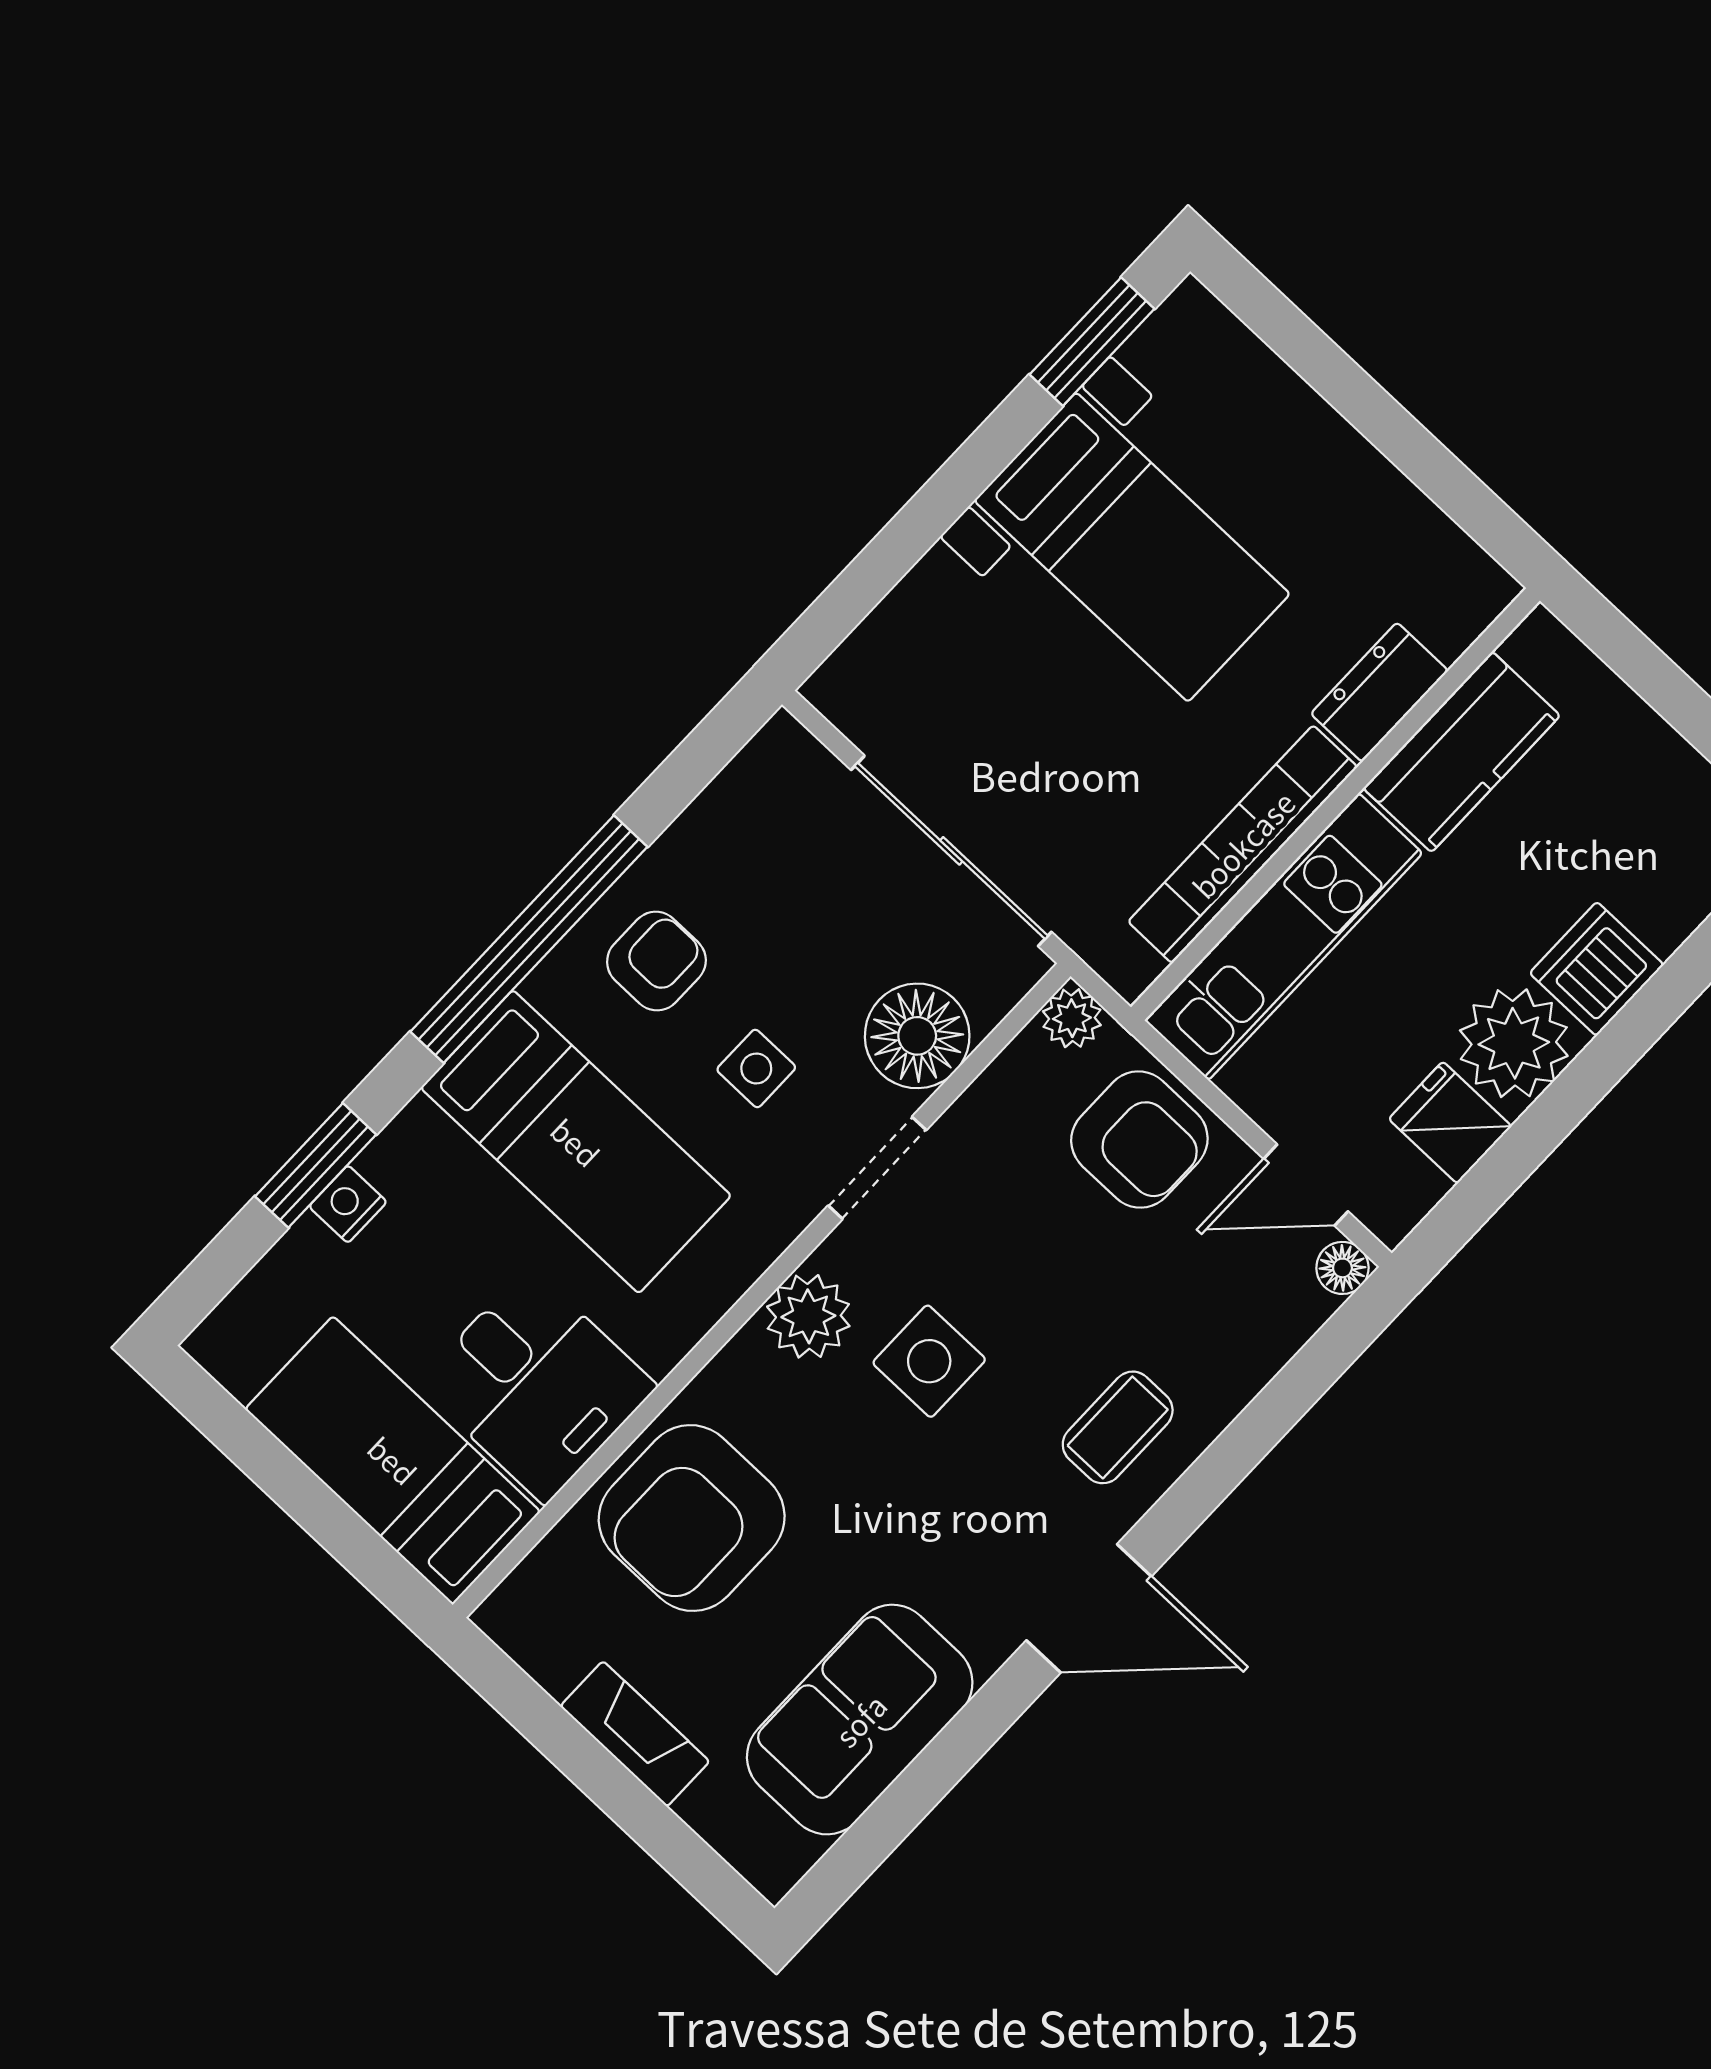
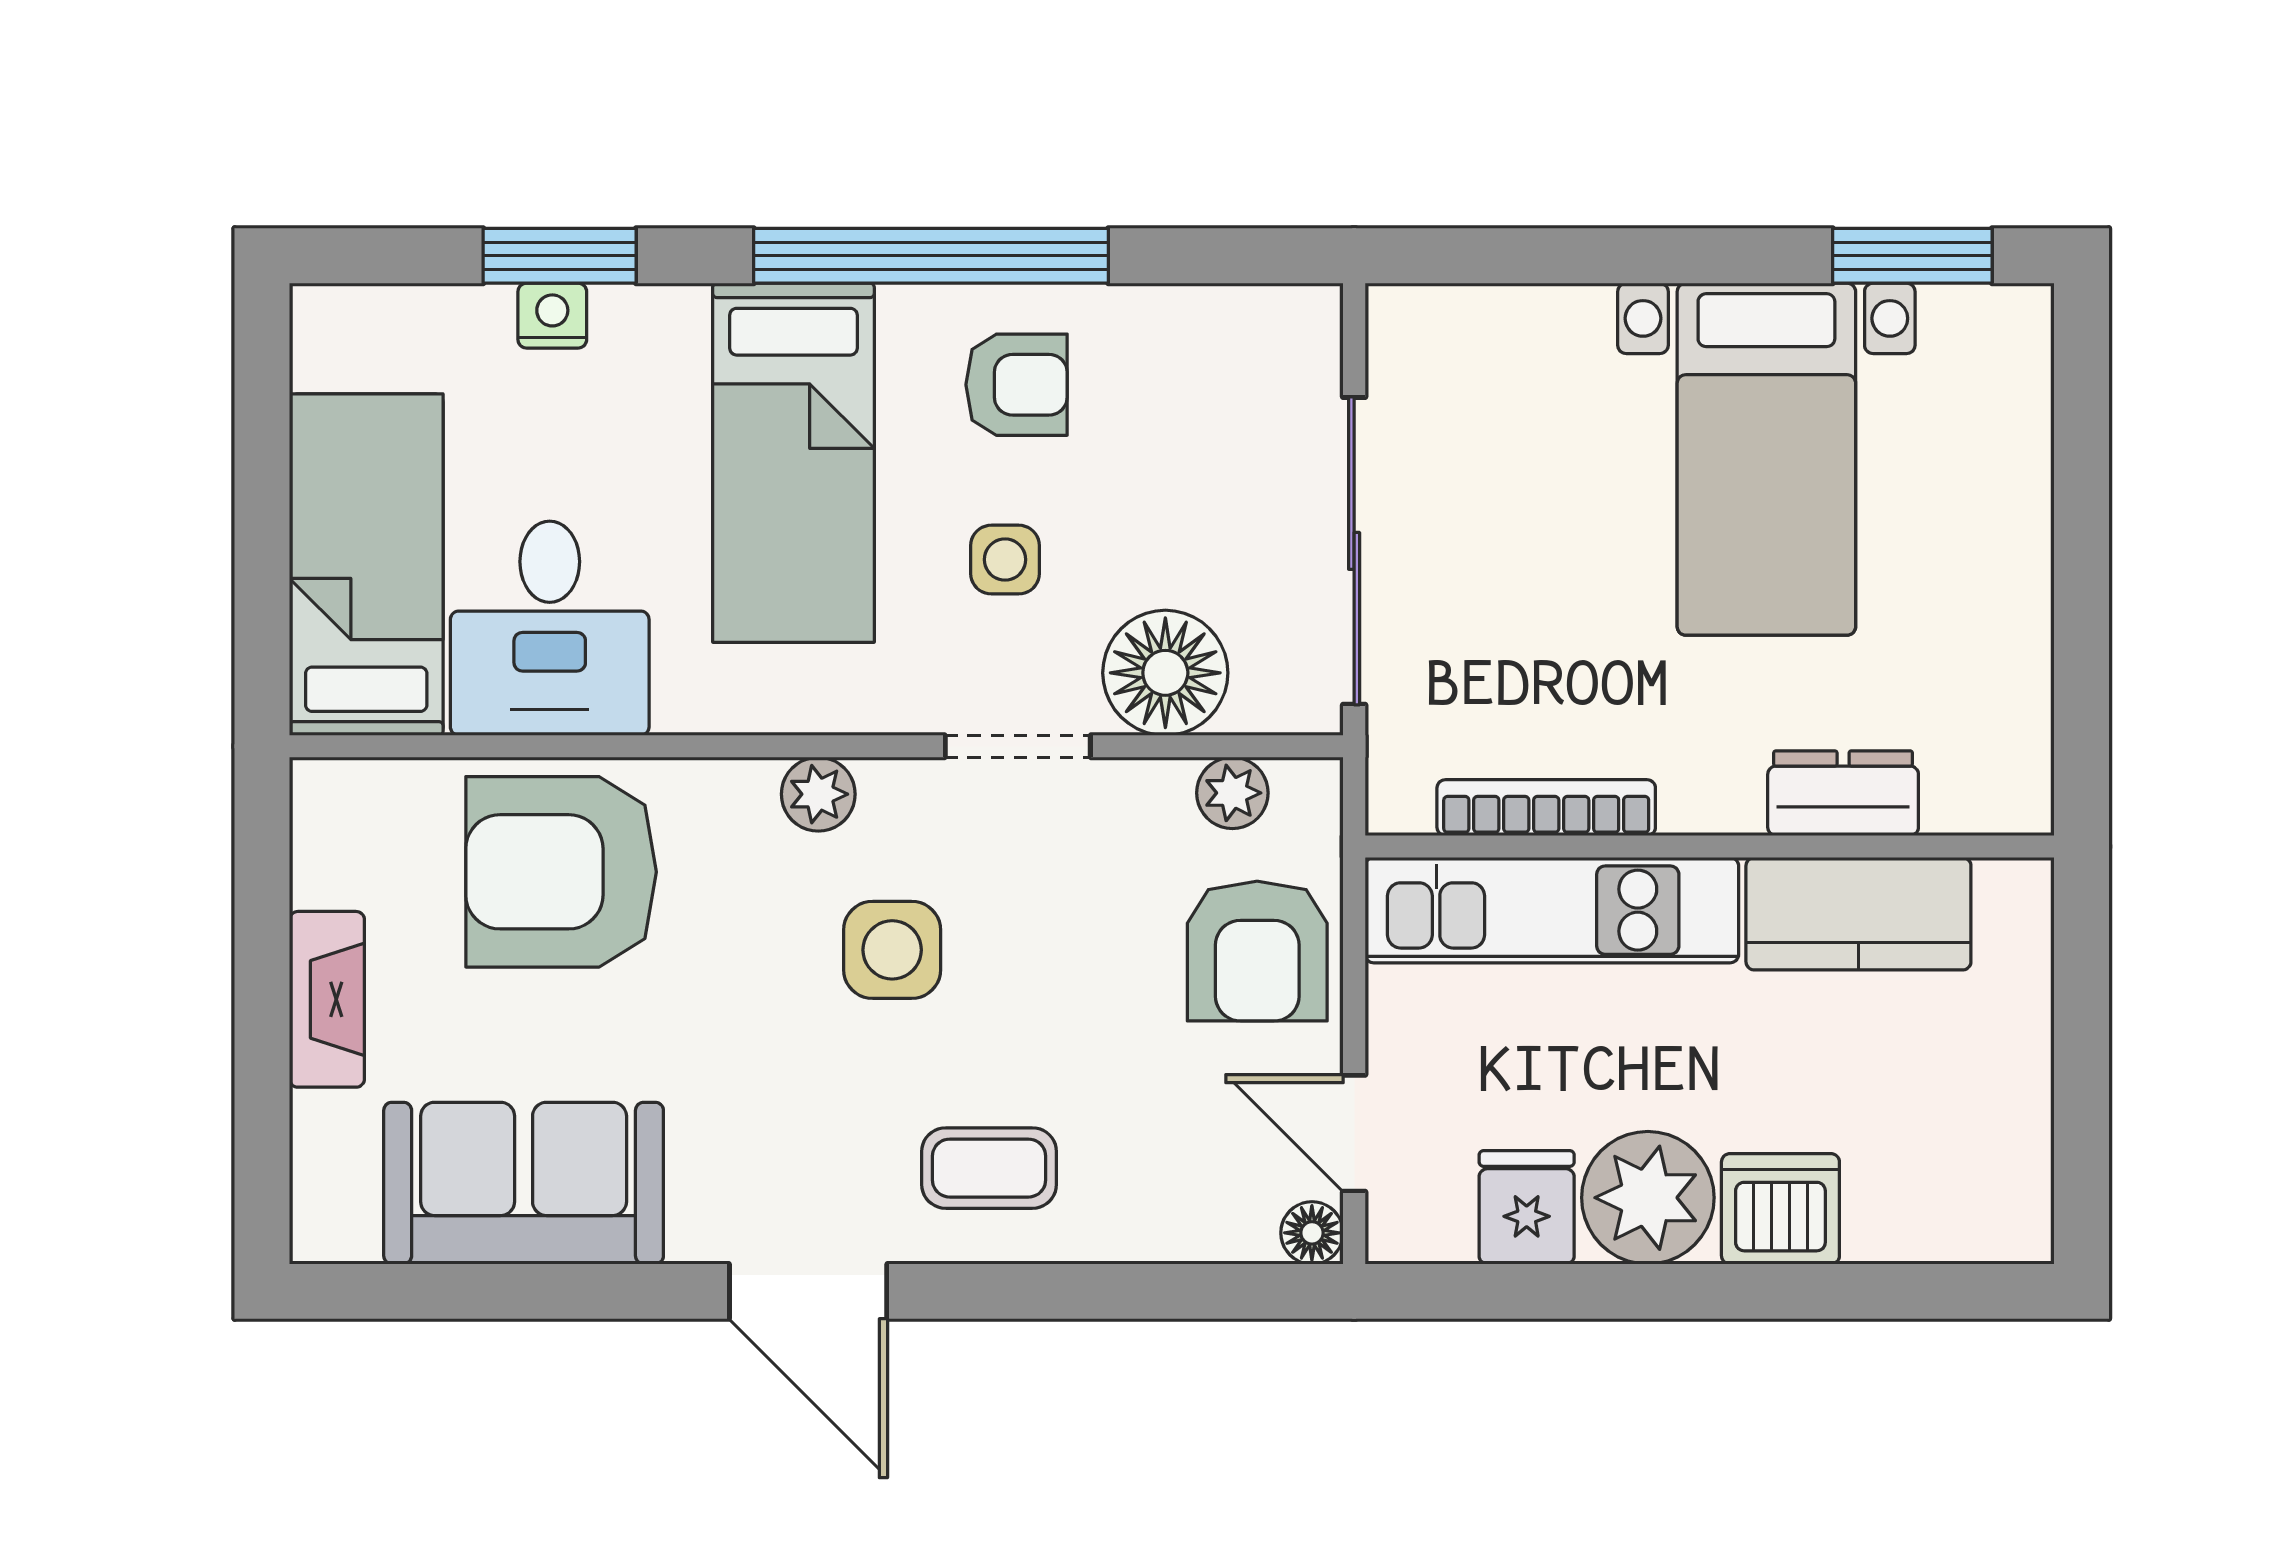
bookcase: (1243, 844) -> (1546, 808), width x0.68, depth x0.76
plant: (1072, 1018) -> (1232, 793), moved
plant: (808, 1316) -> (818, 794), width x0.73, depth x0.73

